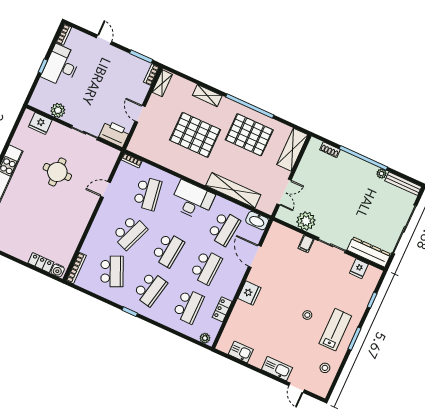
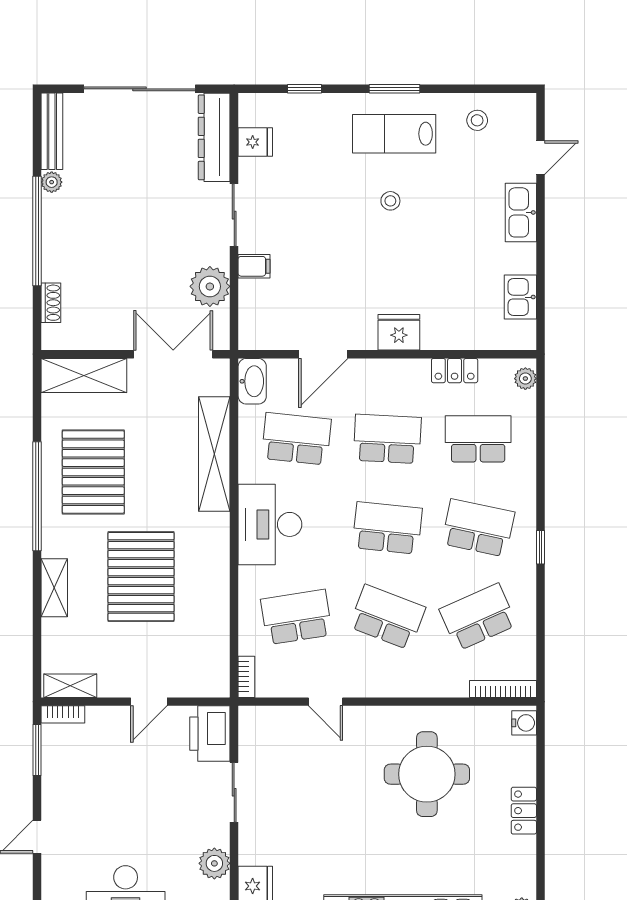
round table: (57, 172) -> (427, 774), moved, width x1.36, depth x1.36
double door: (284, 192) -> (173, 354), width x1.37
locker: (41, 263) -> (524, 811), moved

